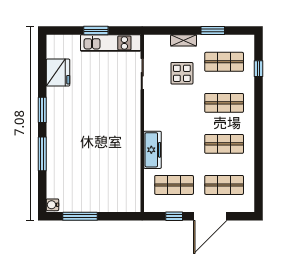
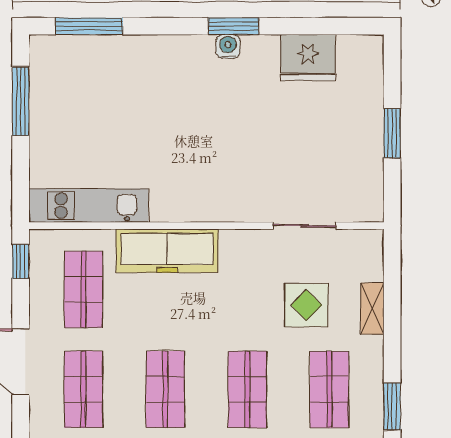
window: (213, 30) -> (392, 406), moved
kitchen unit: (111, 43) -> (89, 206), moved, turned 90
freezer: (152, 150) -> (167, 251), width x1.36, depth x1.26
window: (42, 154) -> (89, 26), moved
water cooler: (52, 205) -> (228, 46), moved
window: (174, 216) -> (21, 262), moved

